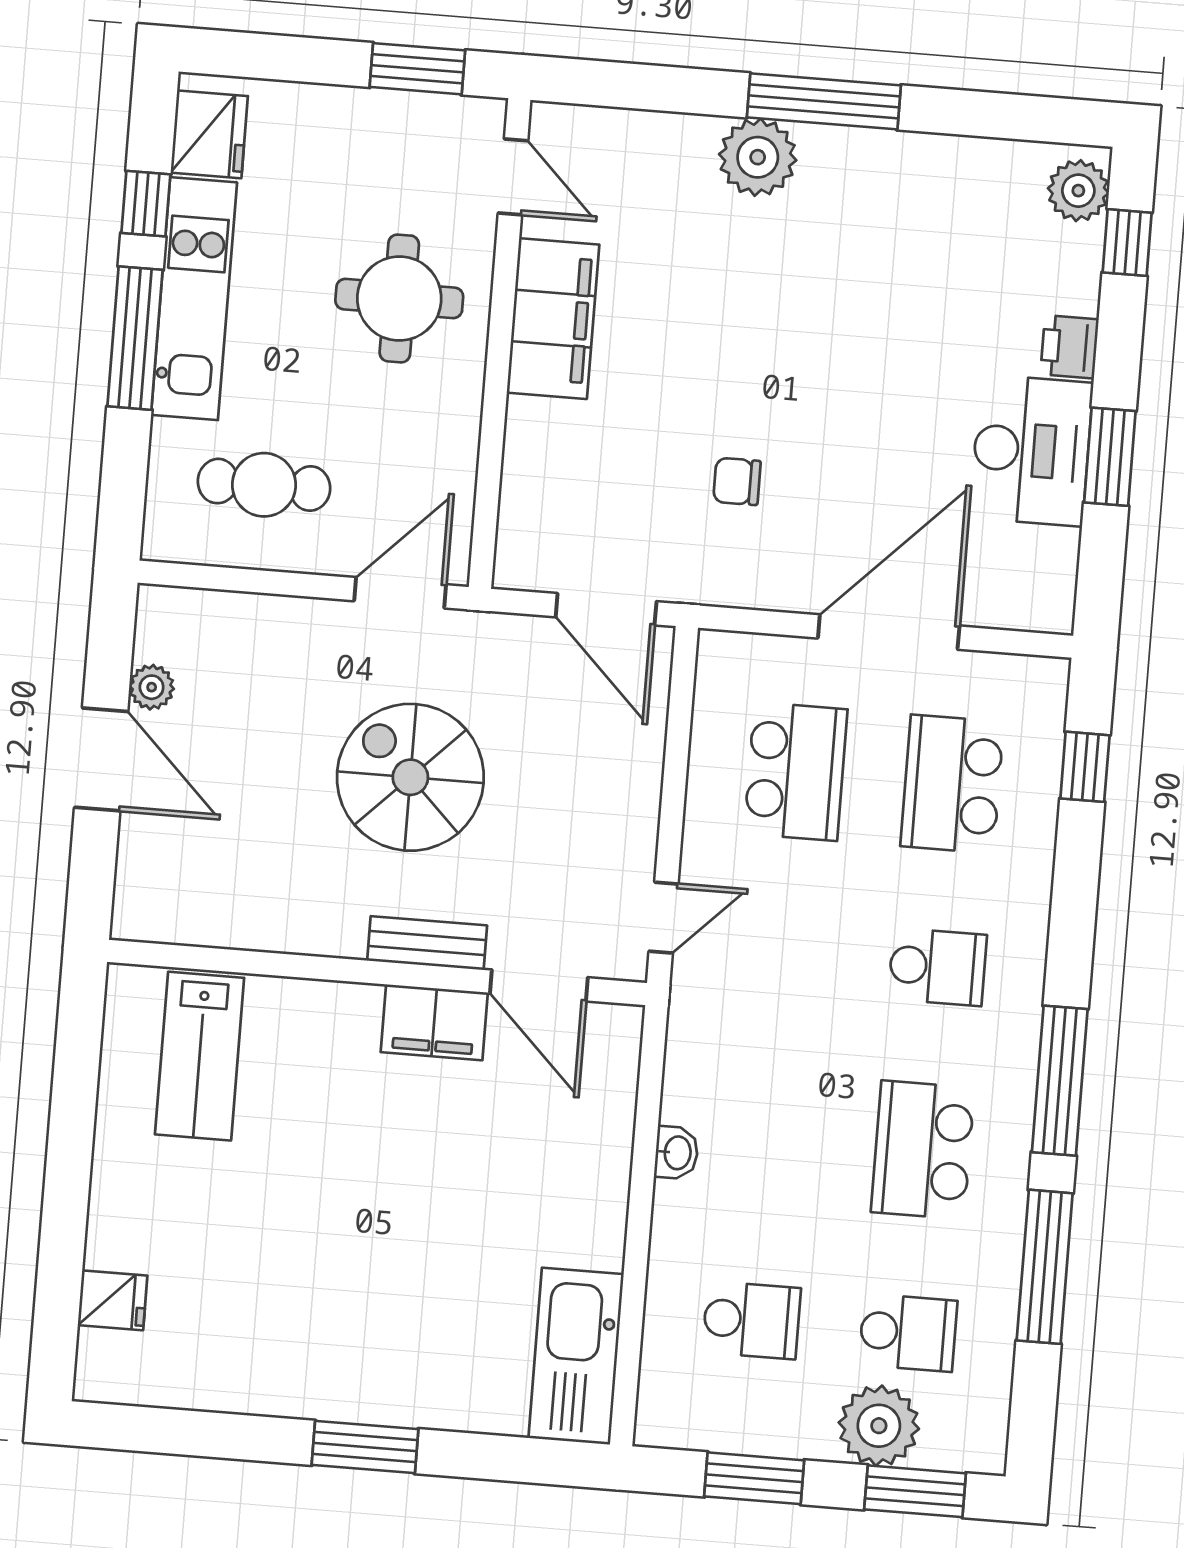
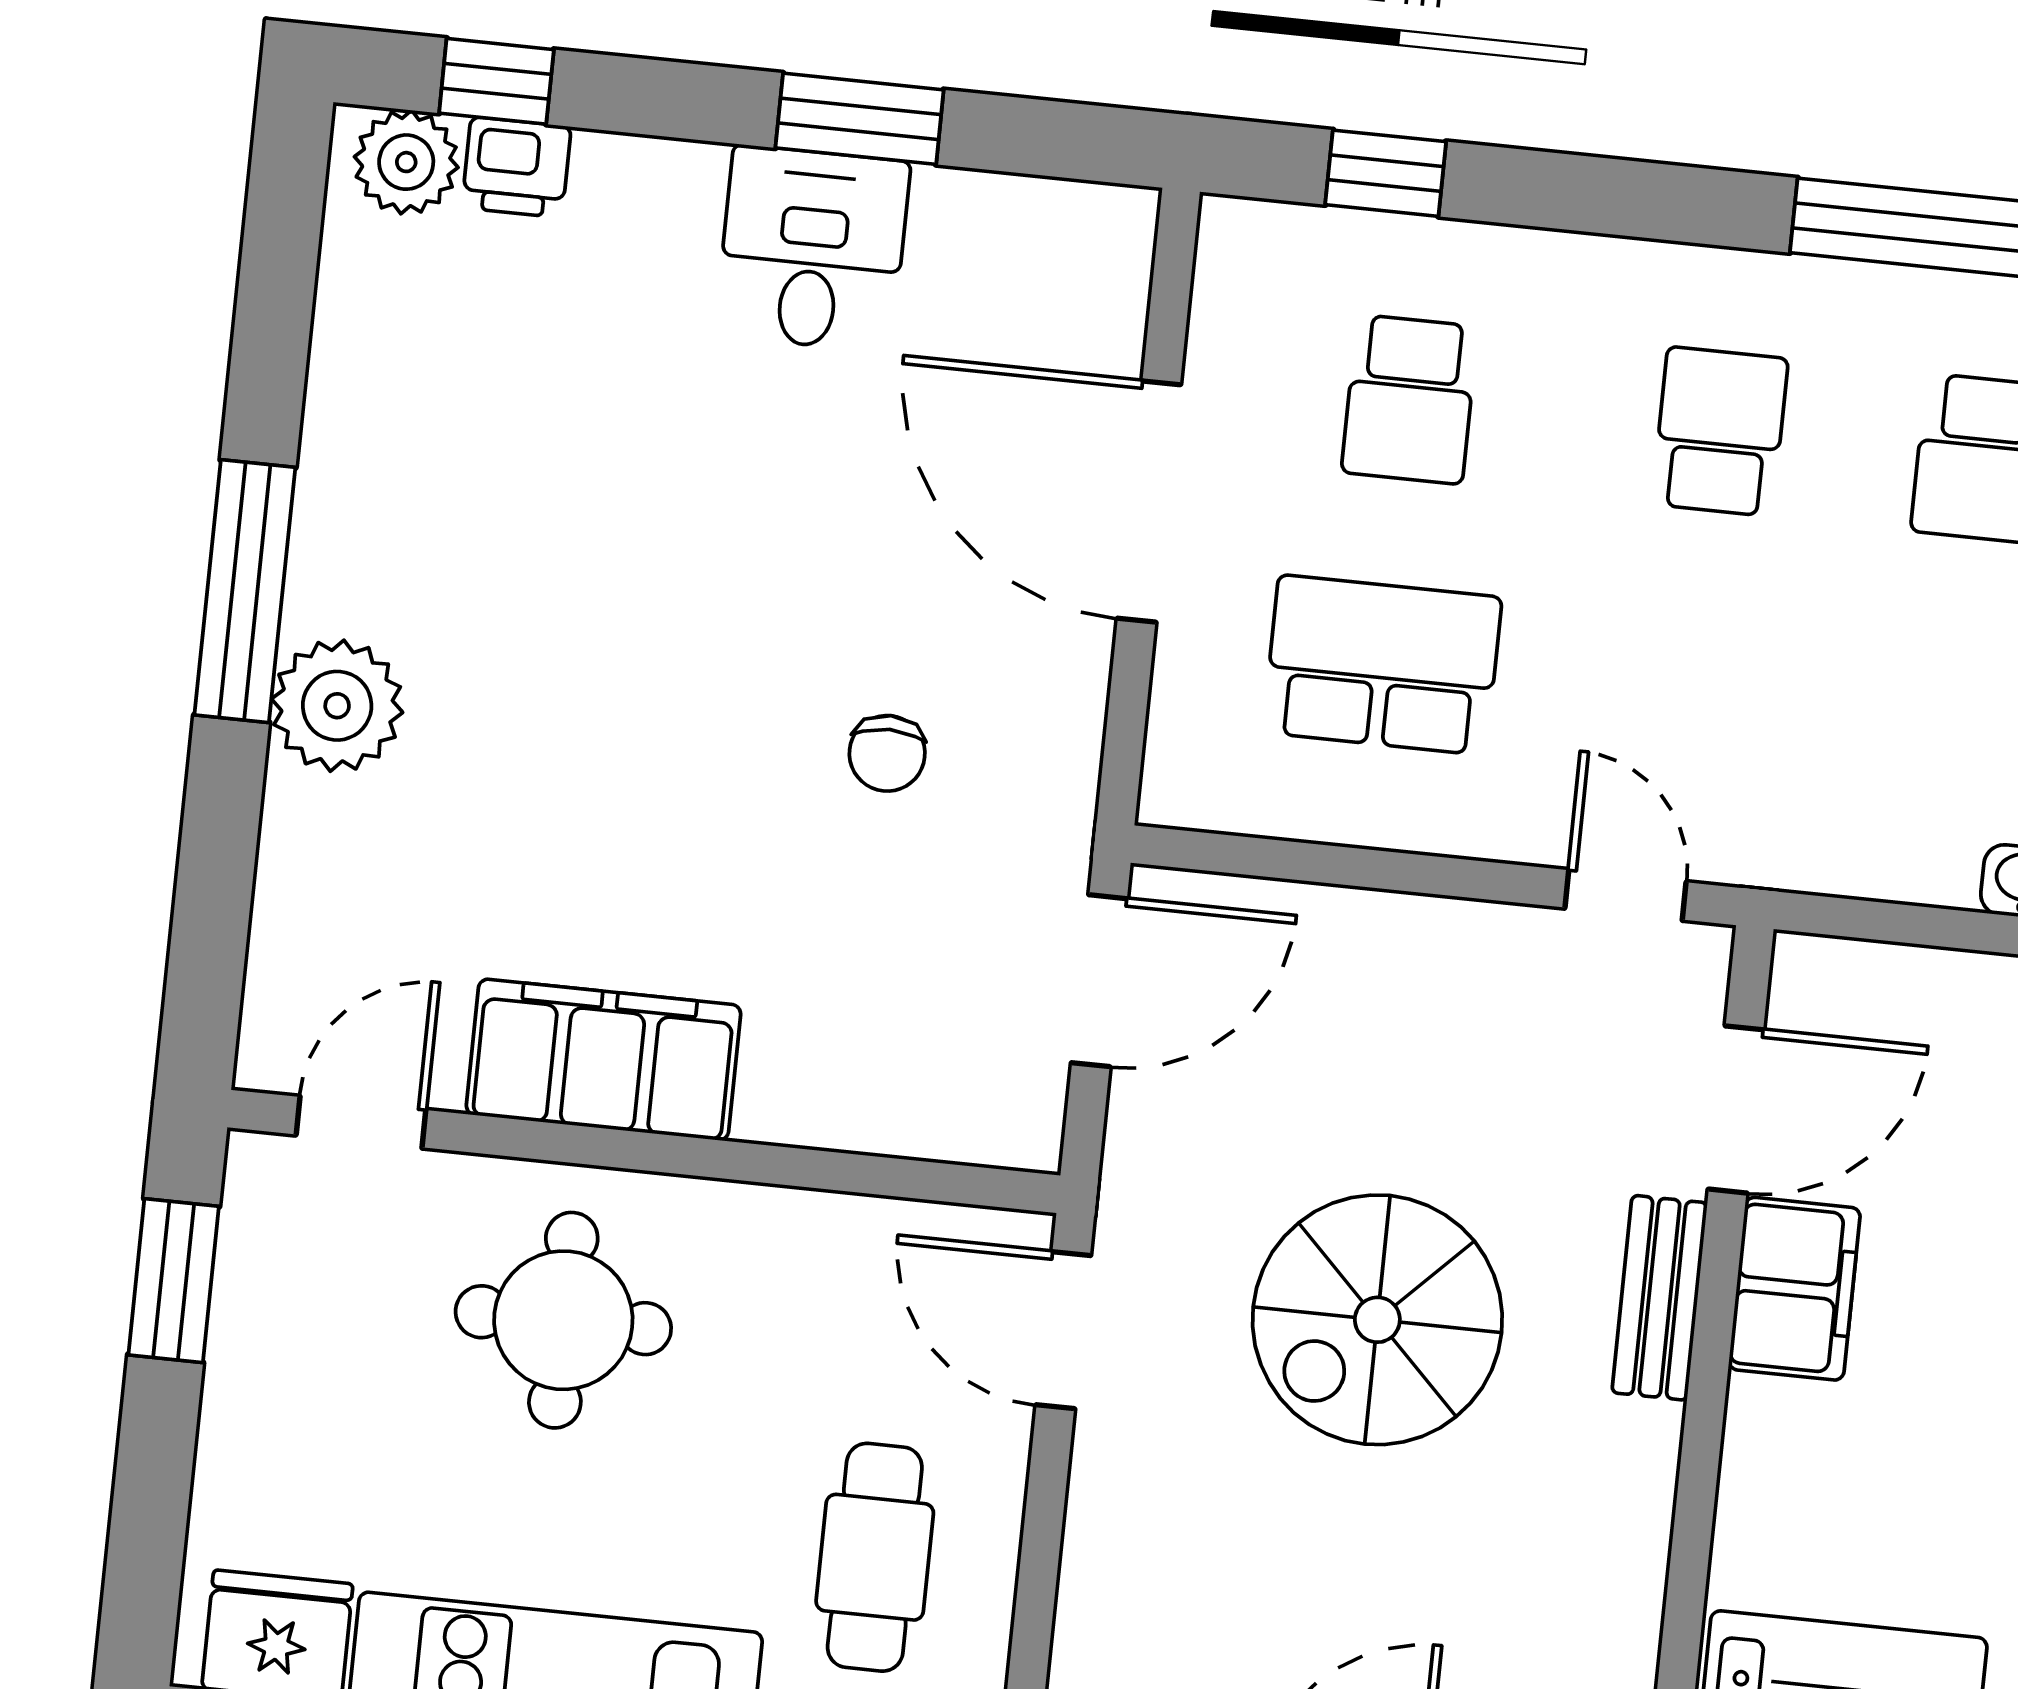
printer: (1069, 347) -> (516, 167), moved
desk: (1031, 450) -> (813, 249), width x0.73
school desk: (952, 784) -> (1410, 399), width x0.54

